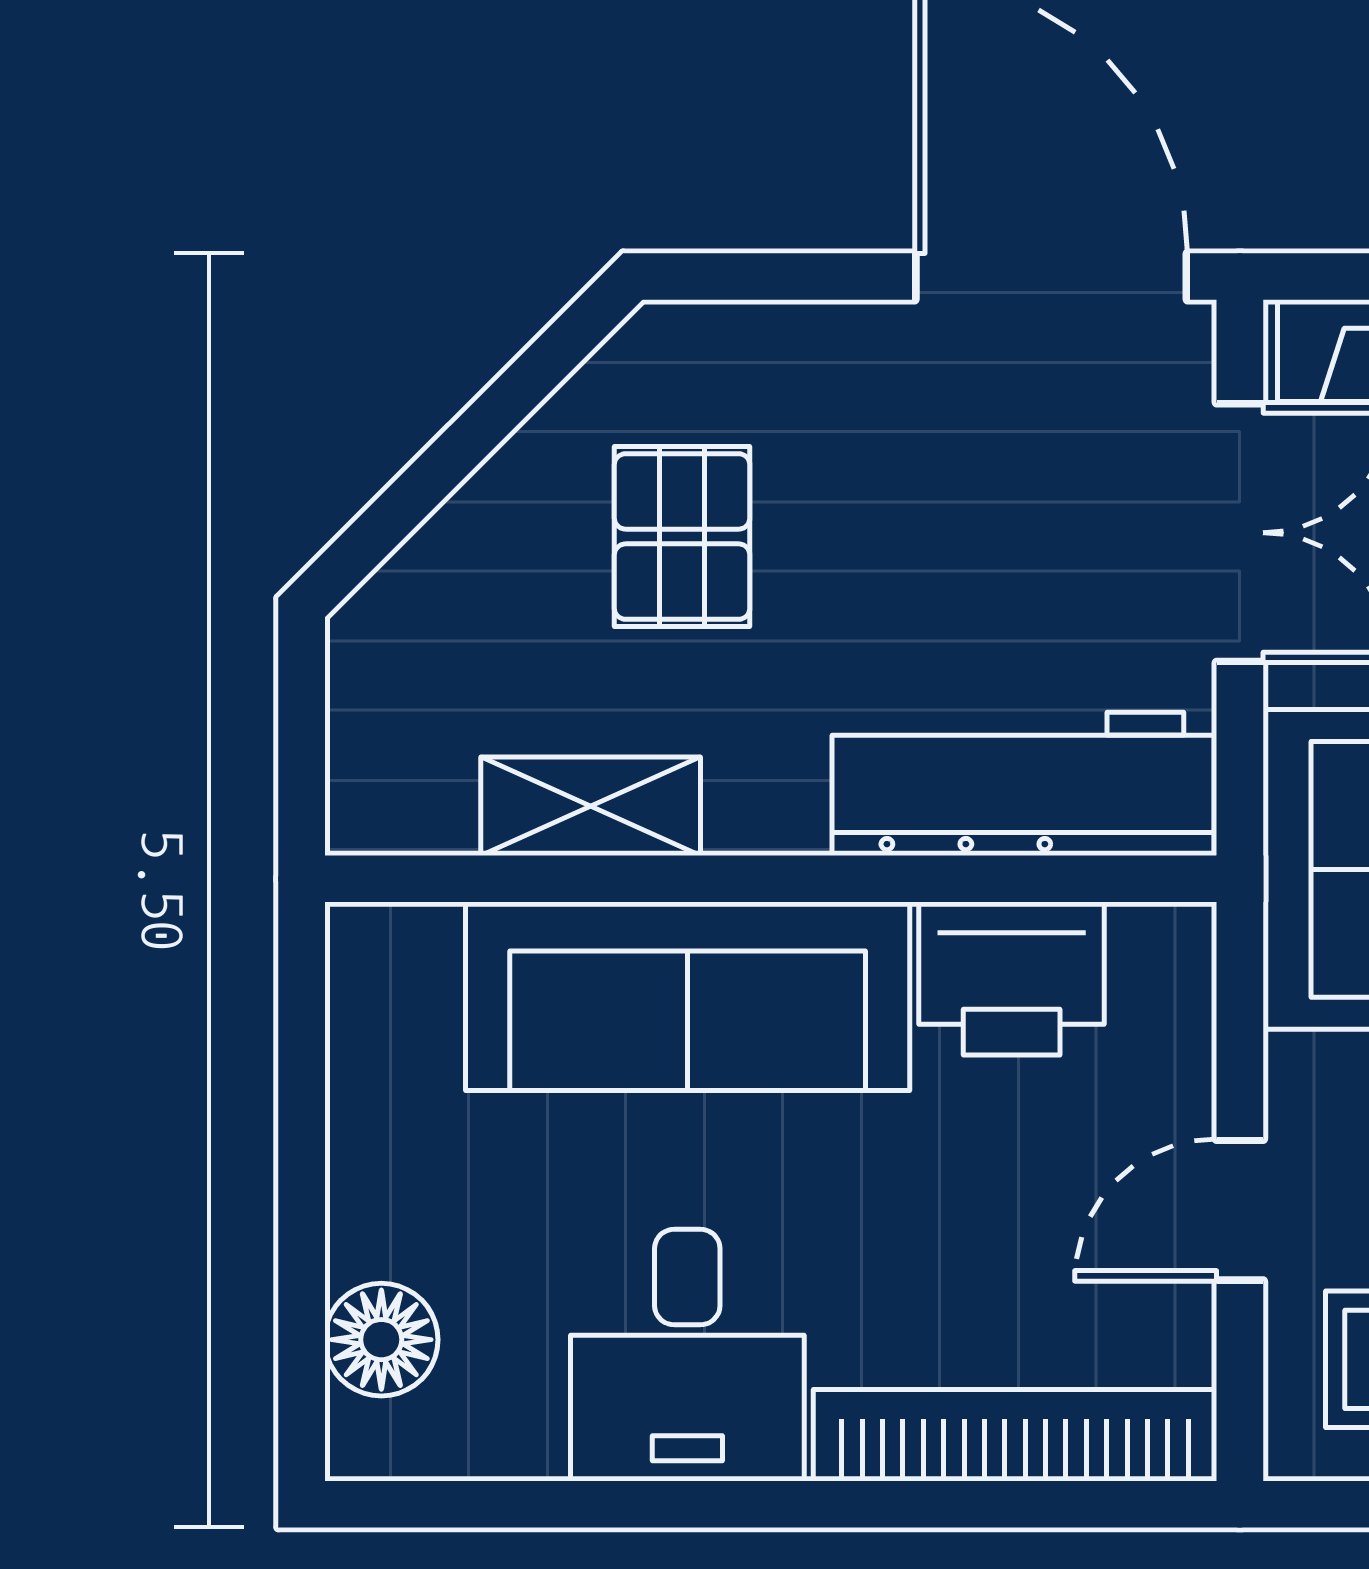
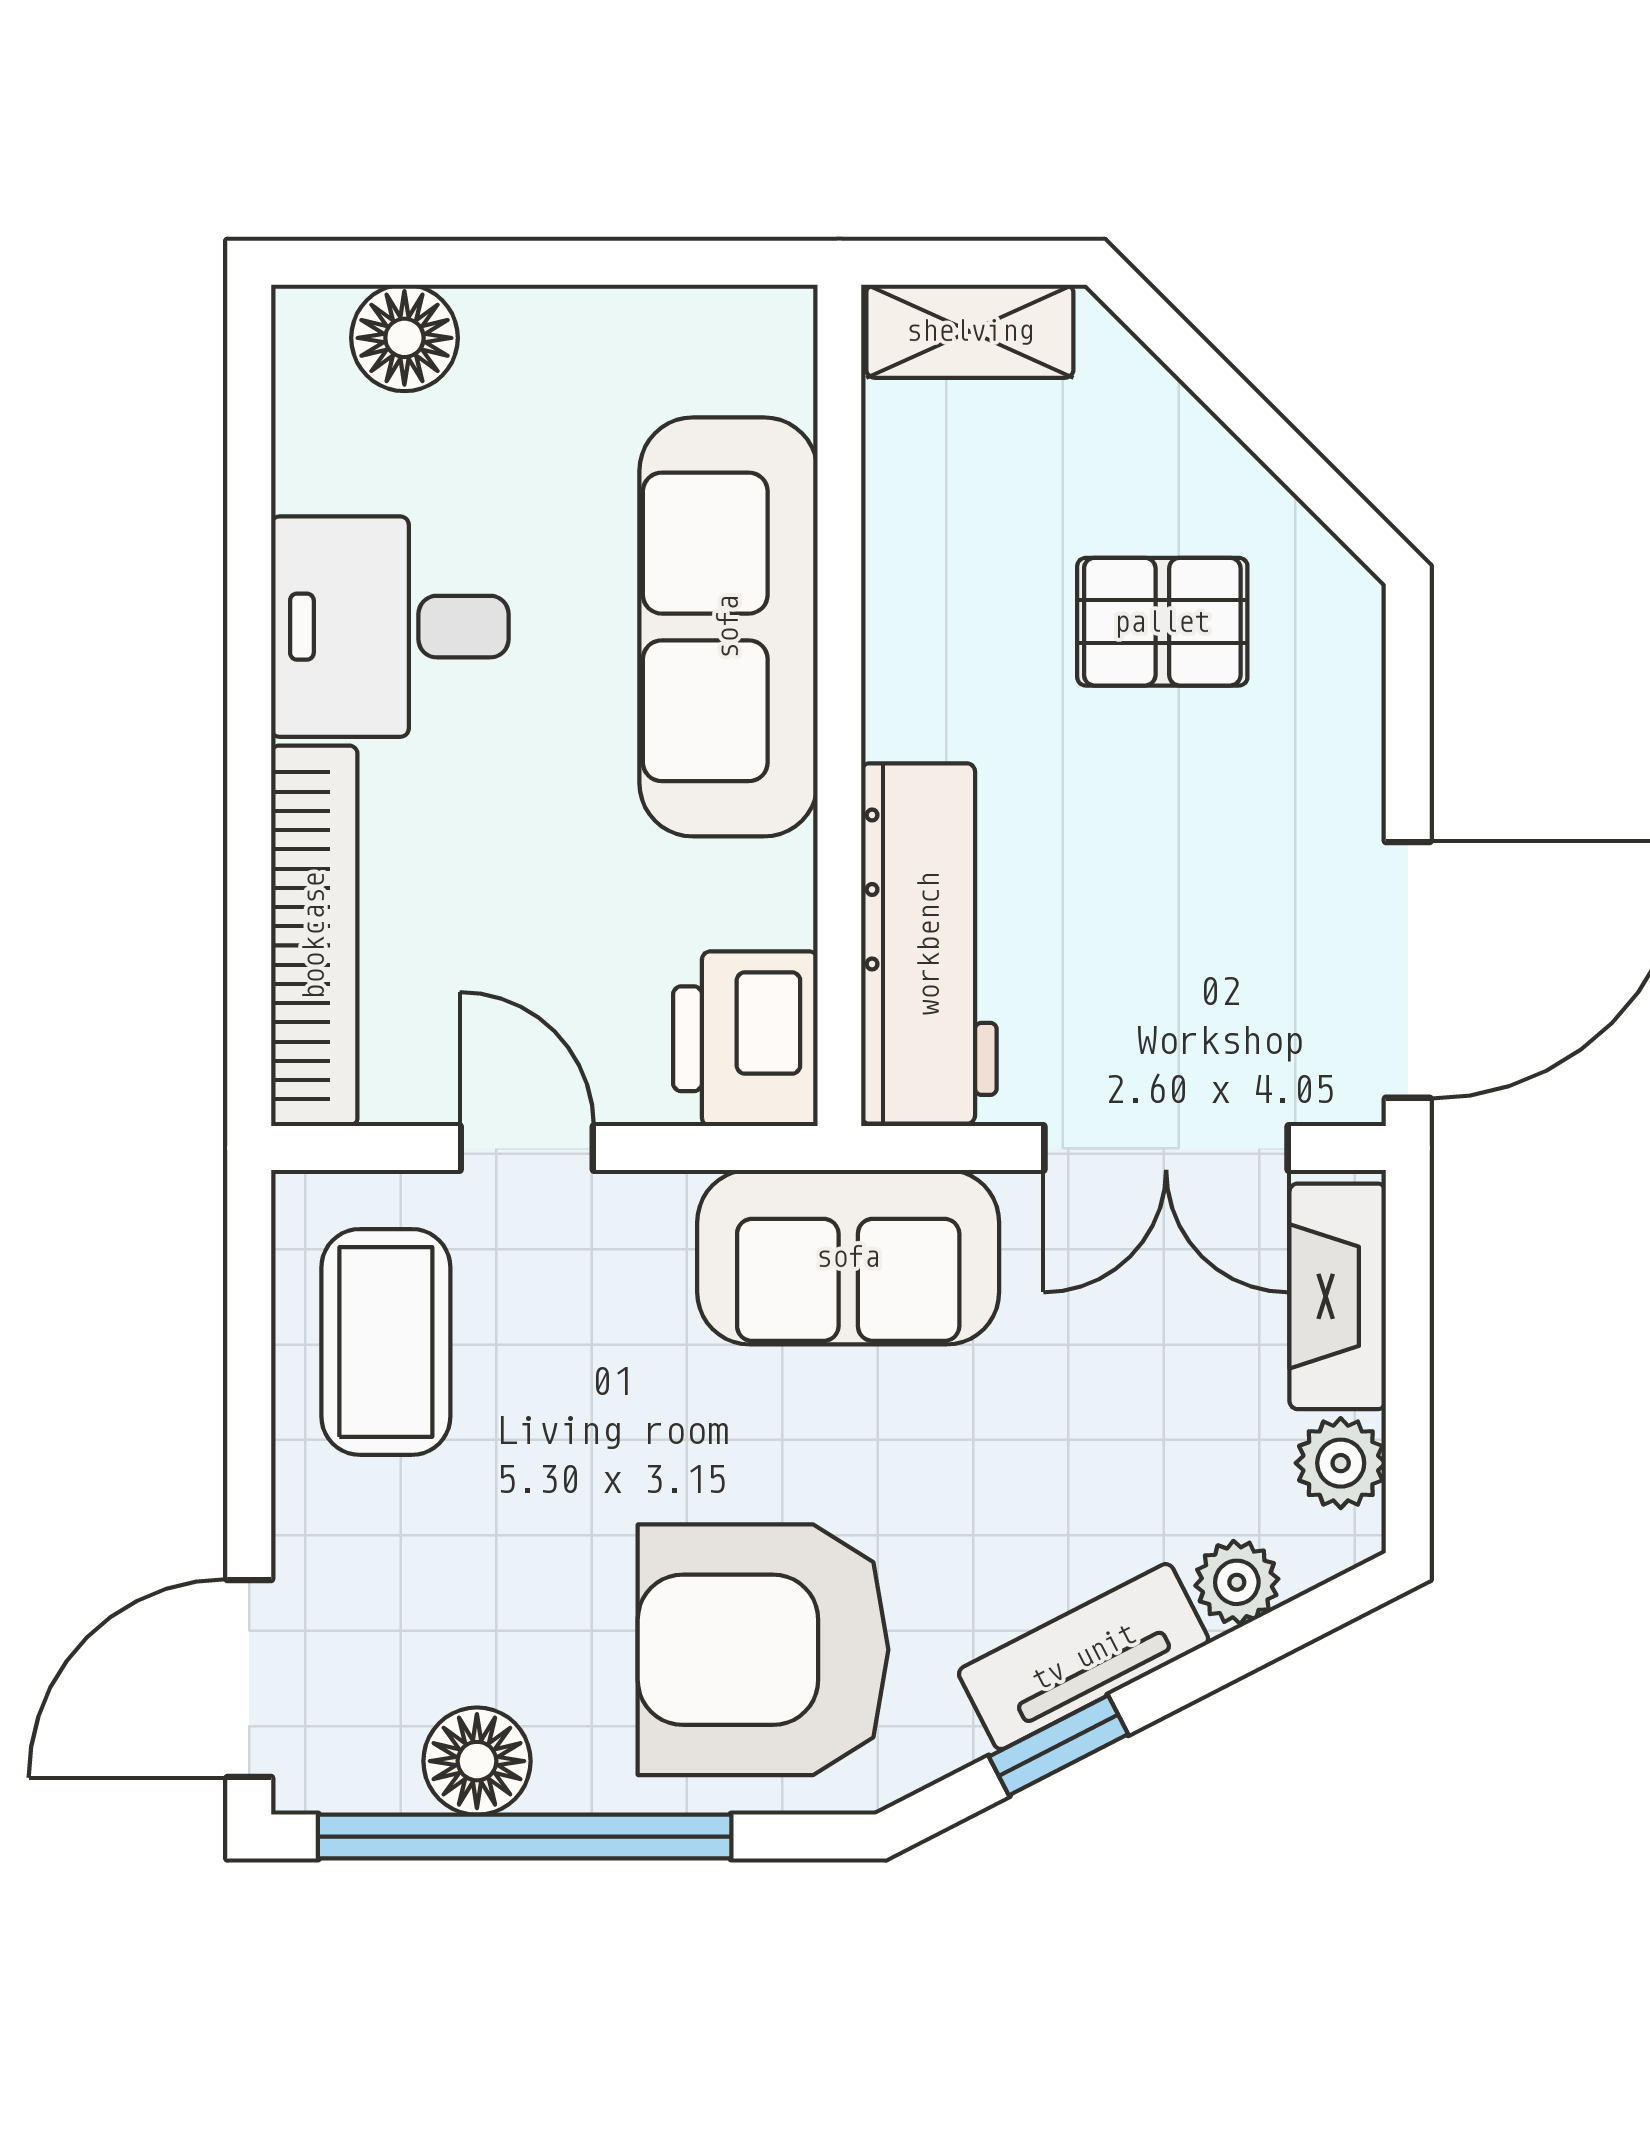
shelving: (591, 806) -> (970, 331), moved, turned 90
printer: (1012, 978) -> (745, 1039), moved

